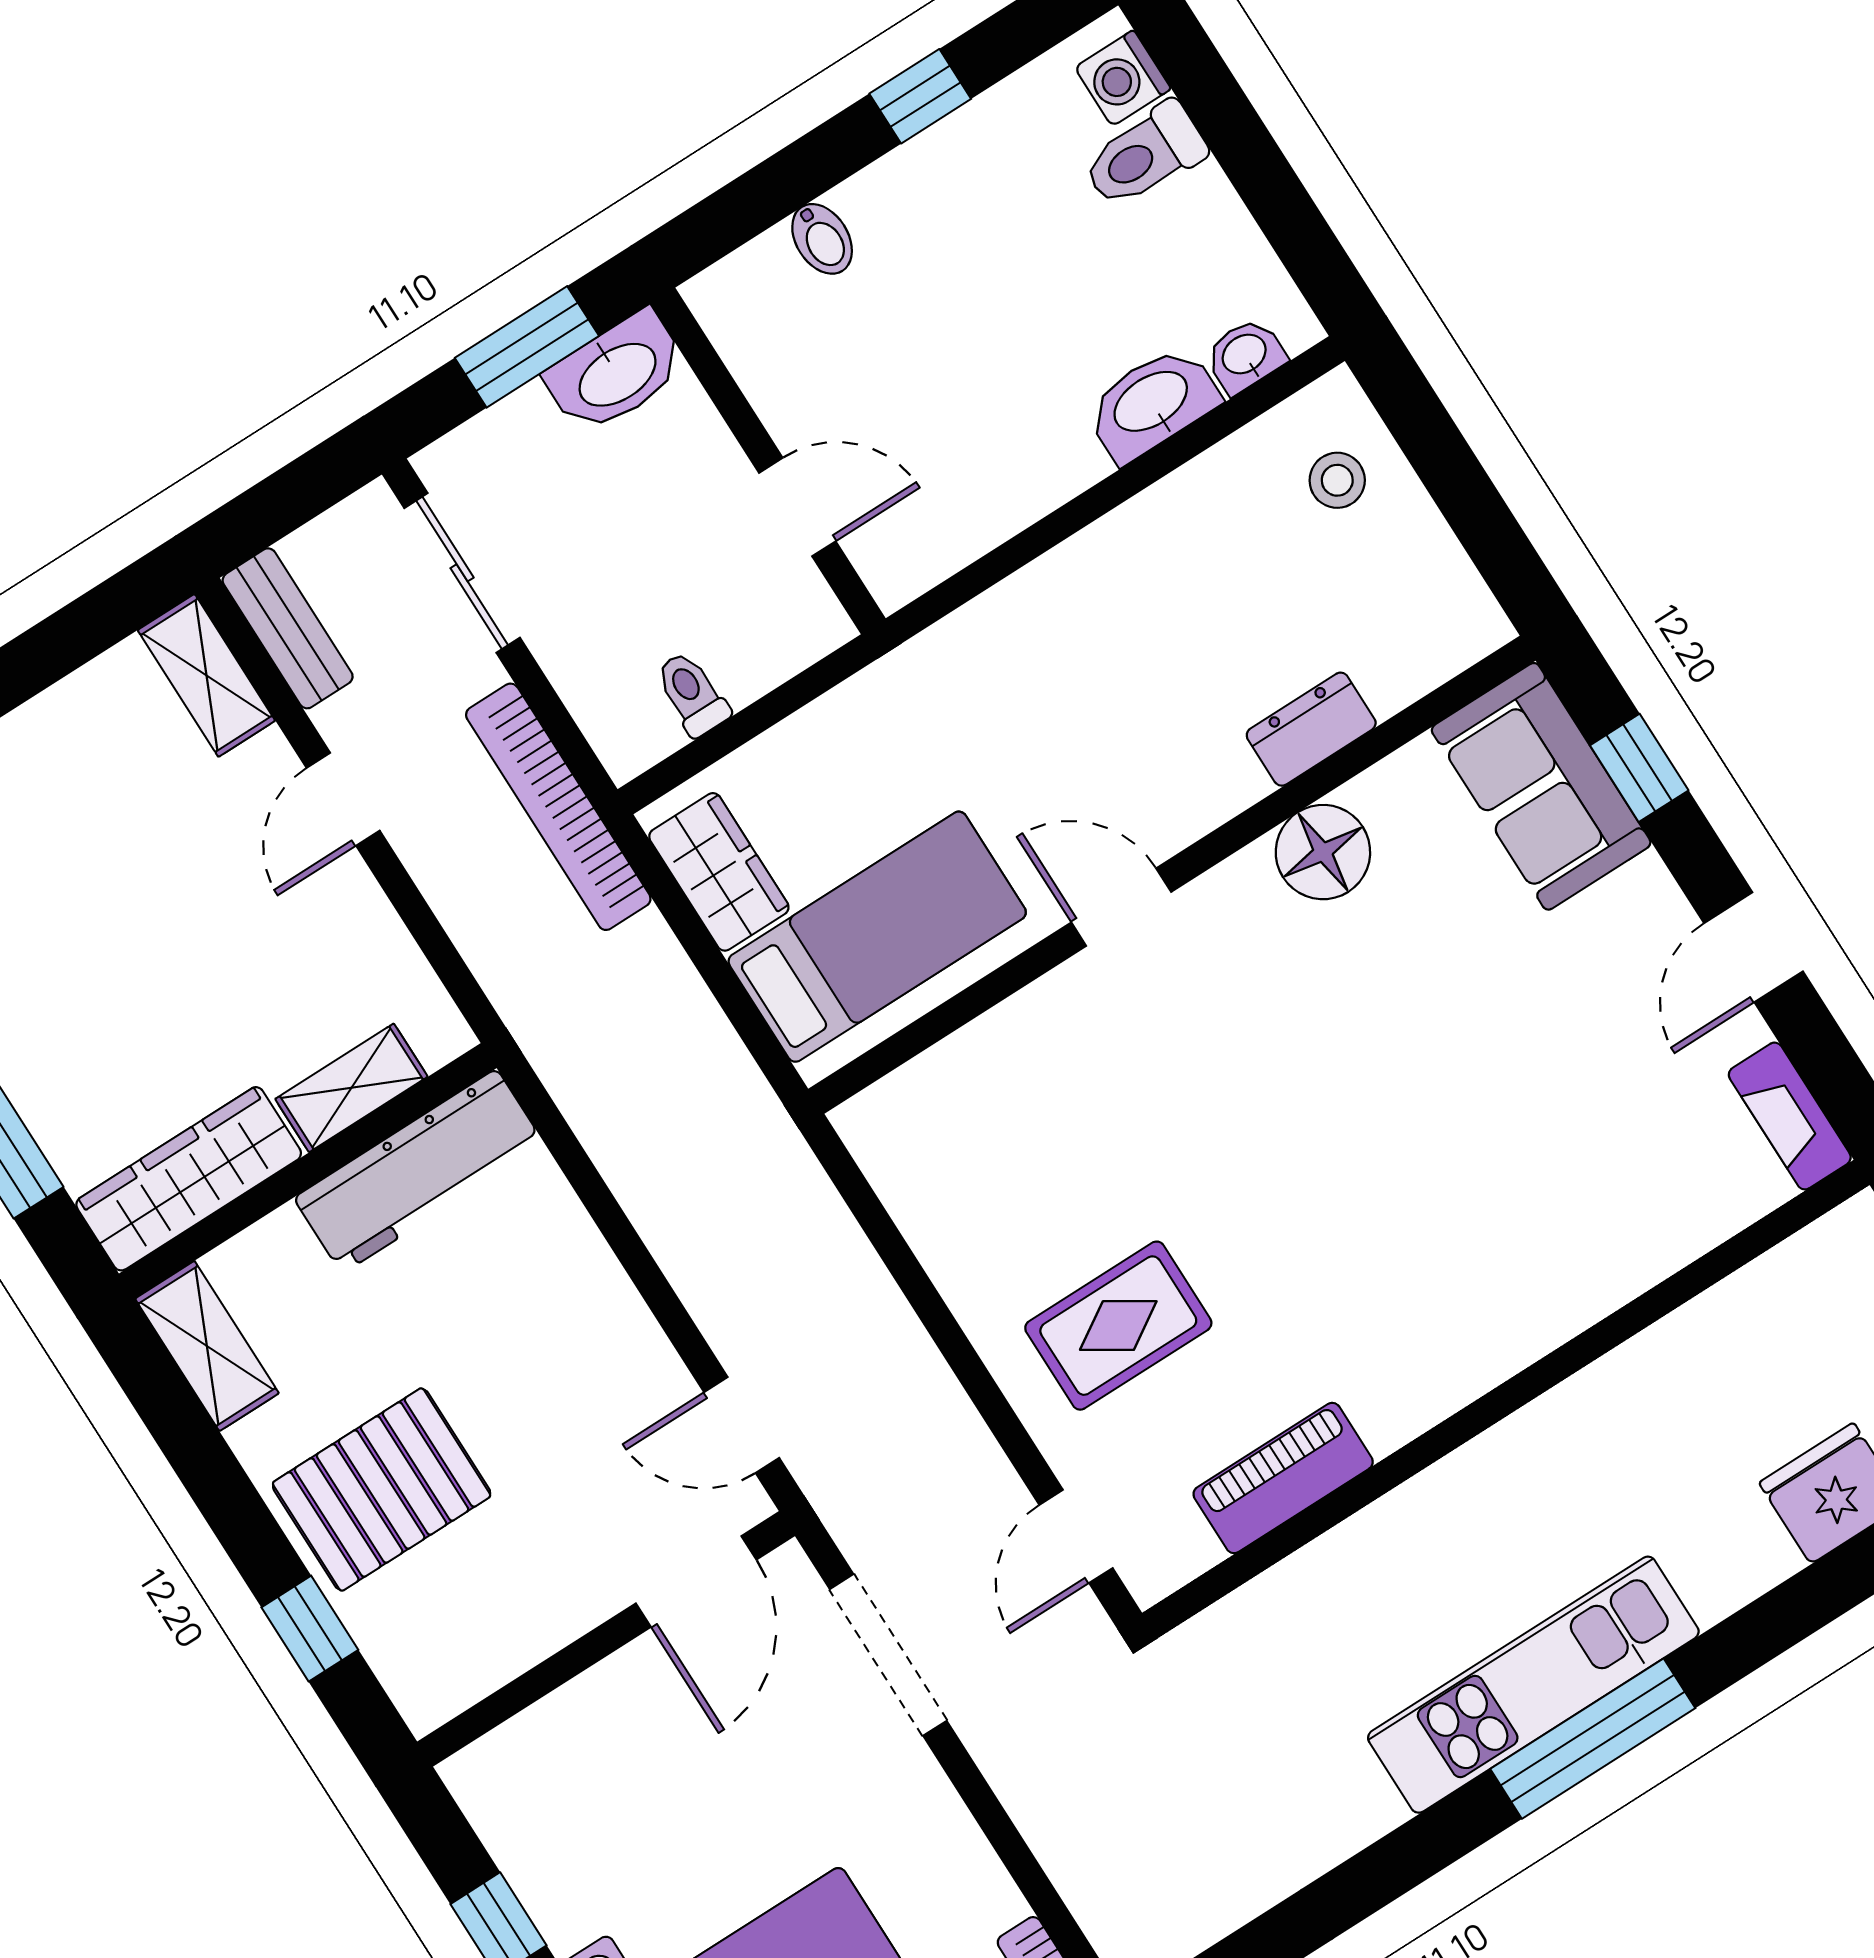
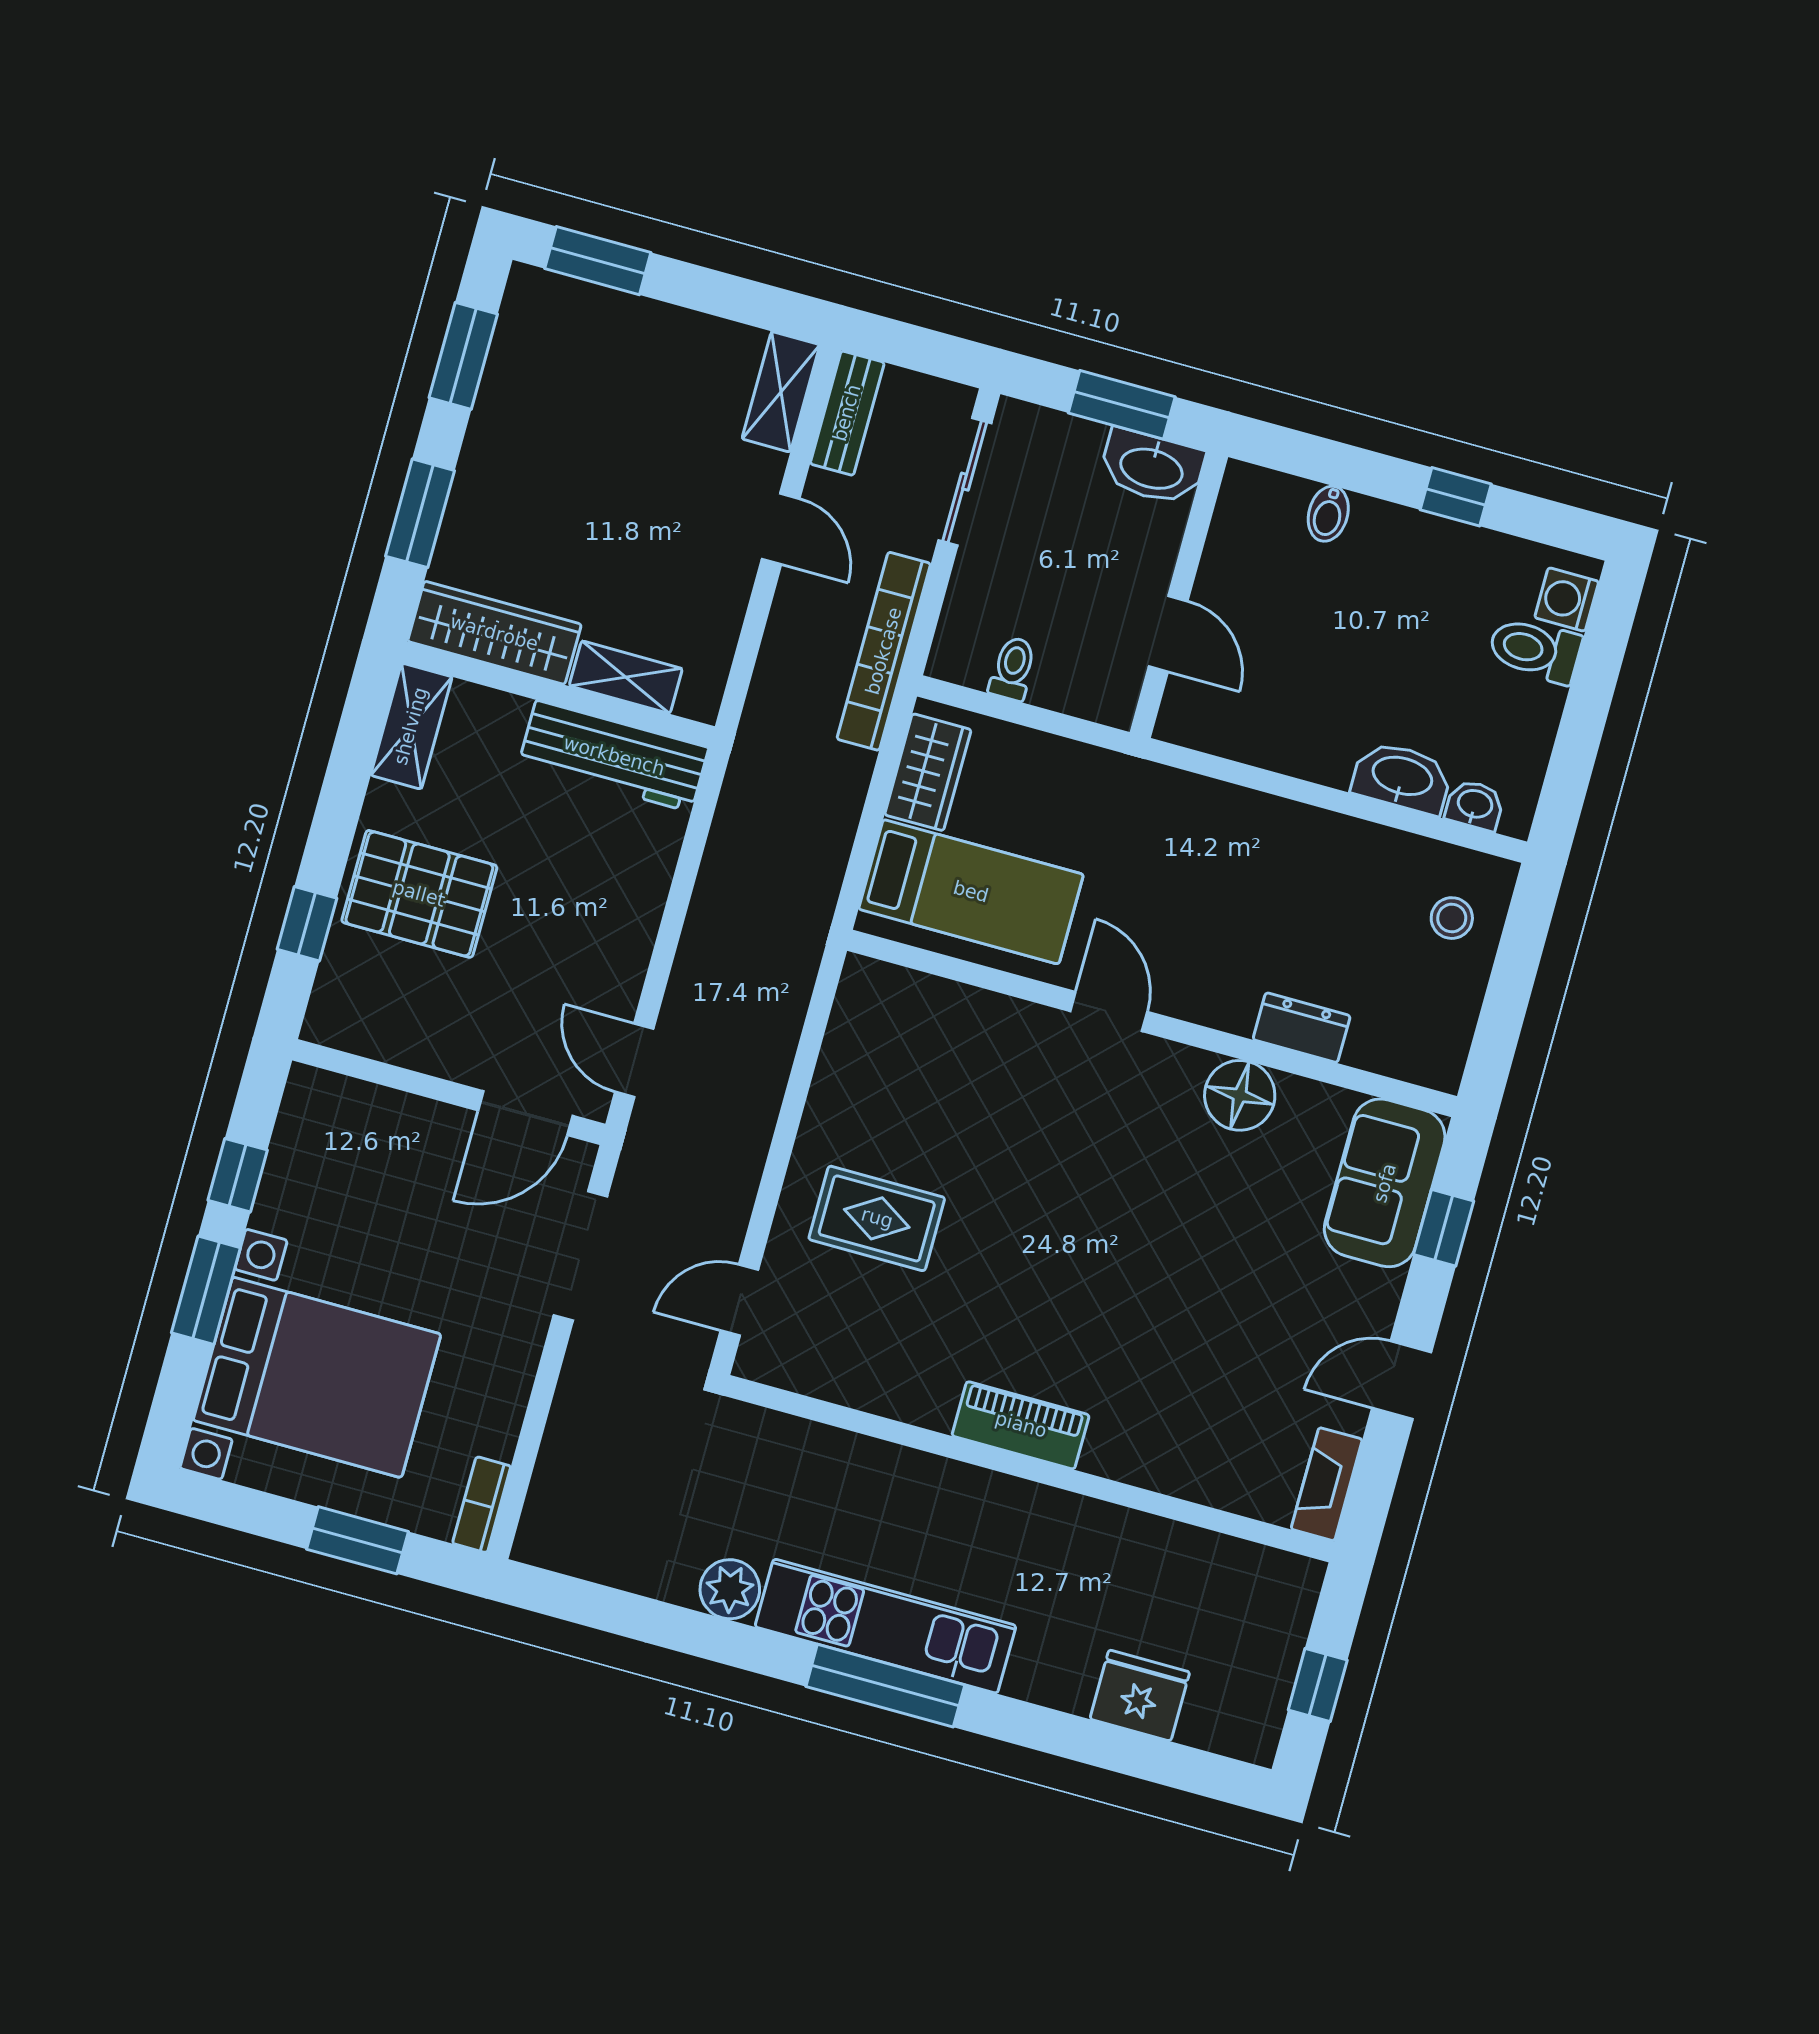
door: (343, 799) -> (781, 529), swing flipped
piano: (1283, 1478) -> (1021, 1425), moved
plant: (1356, 1807) -> (730, 1589), added

